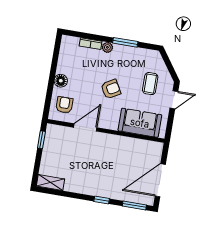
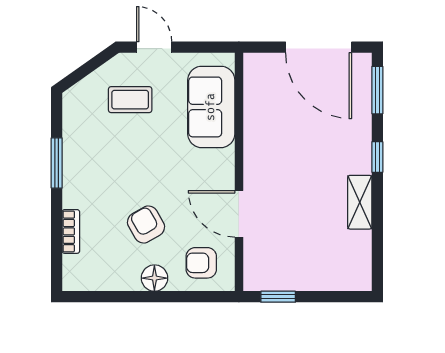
plant: (107, 47) -> (73, 197), removed
armchair: (111, 89) -> (146, 225), moved
shelving: (50, 182) -> (360, 202), moved

